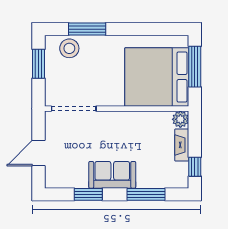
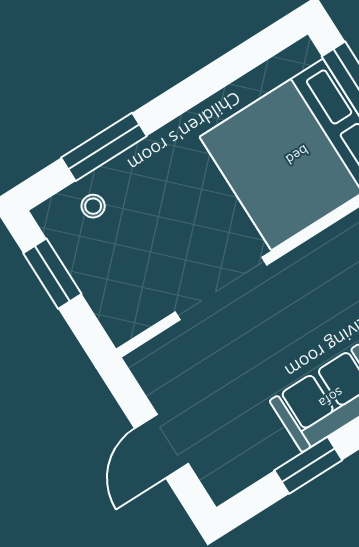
stool: (69, 48) -> (93, 206), width x0.53, depth x0.53
doorway: (74, 109) -> (221, 288), moved

